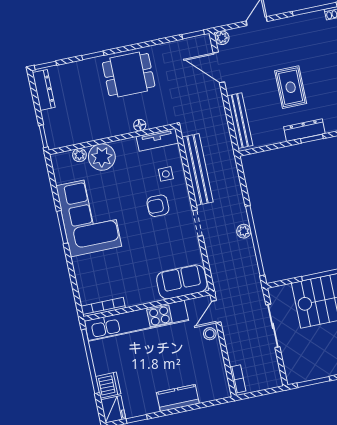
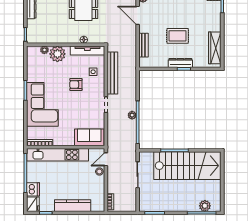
rug: (291, 87) -> (178, 36), turned 90
bench: (240, 121) -> (143, 45), width x0.73
tv unit: (157, 140) -> (87, 50), width x1.41
armchair: (158, 206) -> (76, 84), moved
corner sofa: (89, 216) -> (42, 104), moved
kitchen counter: (178, 398) -> (73, 206), width x1.50

